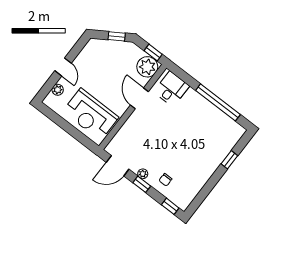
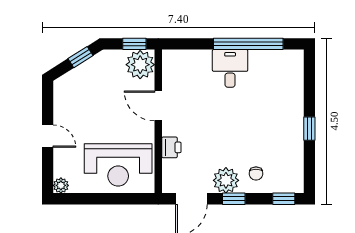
desk: (171, 89) -> (230, 68), moved
plant: (58, 90) -> (61, 185), moved
printer: (129, 128) -> (171, 147), added
window: (229, 160) -> (309, 129), moved
plant: (143, 174) -> (226, 180), width x1.87, depth x1.87

